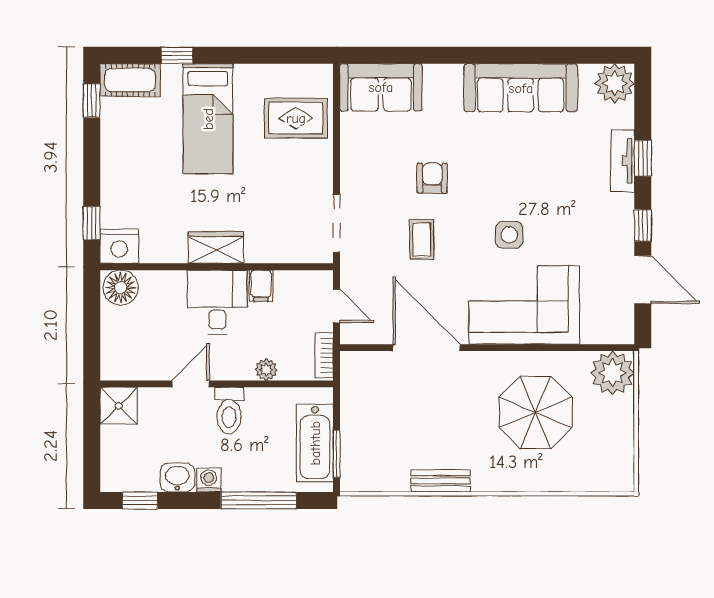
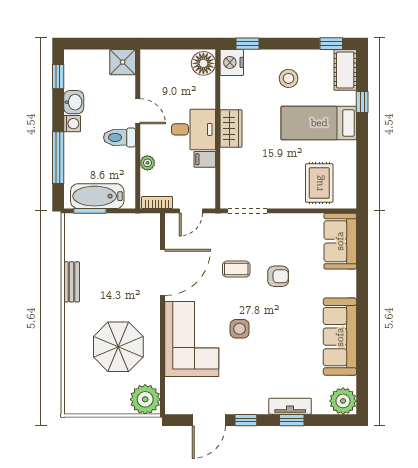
stool: (143, 163) -> (289, 78), added

